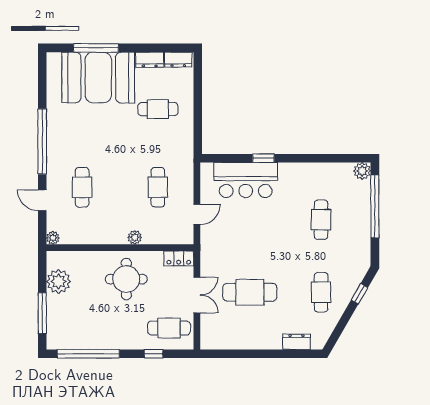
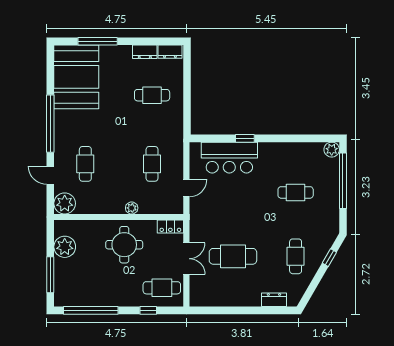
booth: (98, 77) -> (76, 77), moved, turned 90
cafe table: (321, 220) -> (296, 192), turned 90
plant: (53, 238) -> (65, 203), width x1.88, depth x1.88

